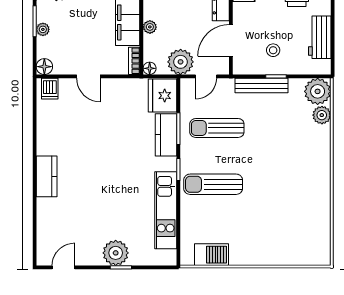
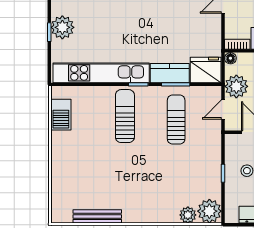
door: (206, 76) -> (223, 110), hinge flipped
bench: (262, 86) -> (97, 216), moved, turned 90
kitchen unit: (166, 210) -> (101, 73), width x1.36

